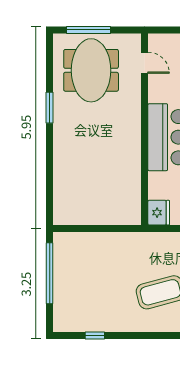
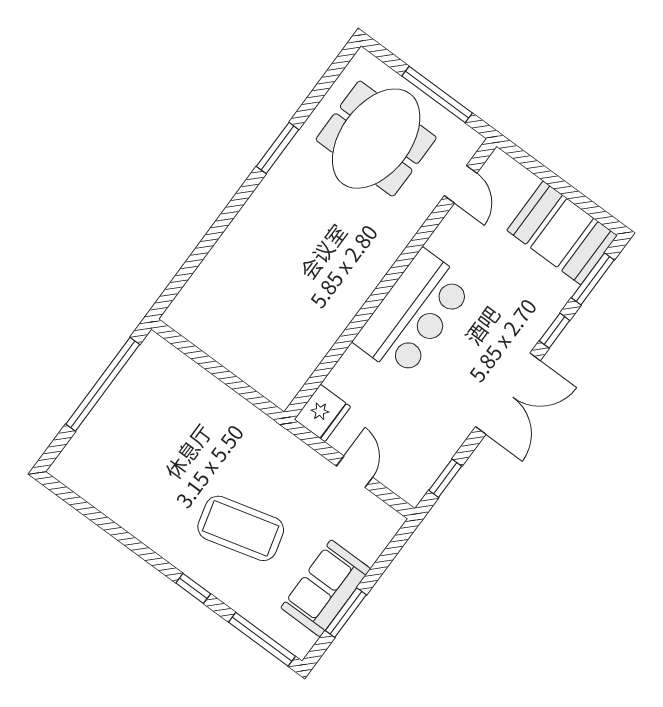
window: (88, 30) -> (437, 95), moved
window: (95, 335) -> (193, 588), moved

